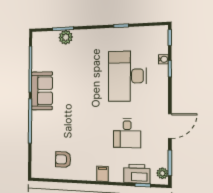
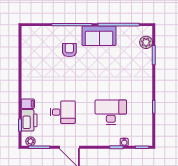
plant: (66, 37) -> (146, 42), moved
desk: (127, 76) -> (111, 112), width x0.73, depth x0.77
desk: (127, 133) -> (63, 112), turned 180
armchair: (63, 159) -> (69, 50), moved
filing cabinet: (102, 174) -> (28, 104), moved

